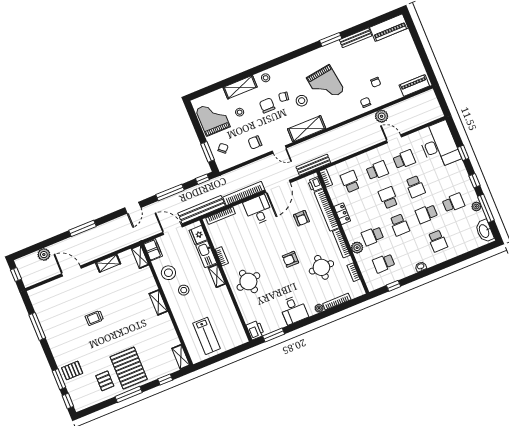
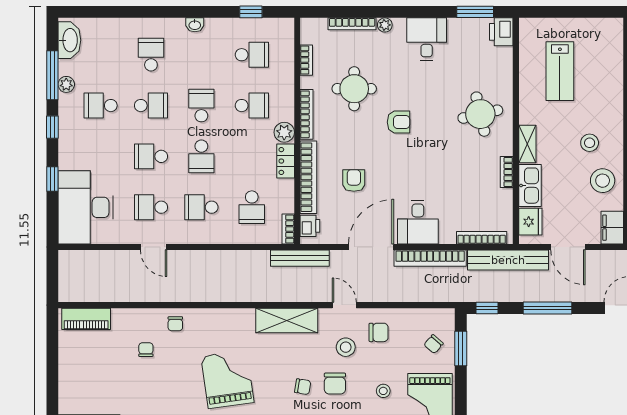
stool: (302, 101) -> (346, 347), moved
plant: (382, 116) -> (159, 291), removed
school desk: (415, 187) -> (151, 156), turned -90
plant: (357, 248) -> (284, 132), moved
lab bench: (207, 336) -> (560, 71), moved, turned 180

